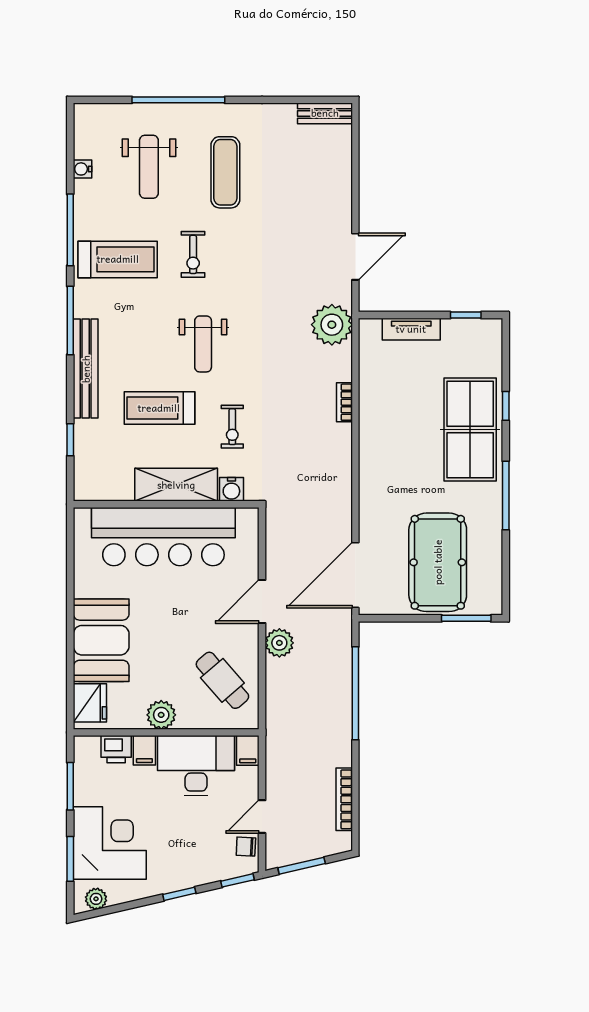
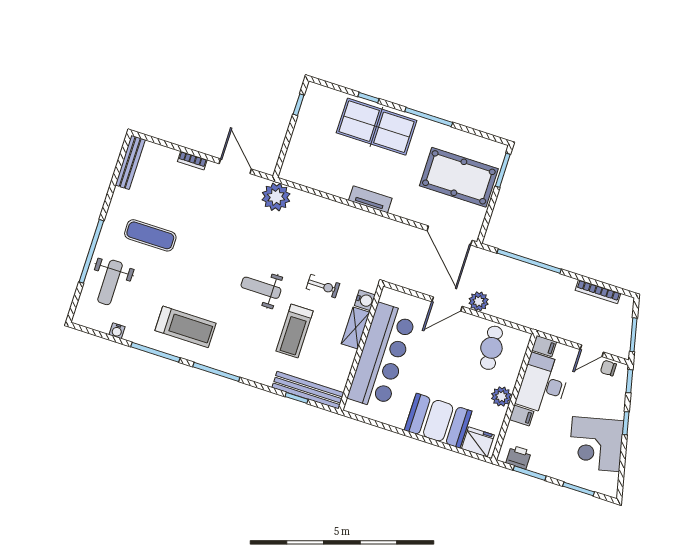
bench: (325, 113) -> (130, 162), width x1.36
weight bench: (149, 167) -> (110, 282), moved, turned 90
exercise bike: (193, 254) -> (199, 275), removed
treadmill: (118, 259) -> (186, 327), turned 90
tv unit: (411, 329) -> (370, 199), moved, turned -90
weight bench: (203, 344) -> (261, 288), turned 180
bench: (86, 369) -> (308, 390), moved
bookcase: (344, 402) -> (192, 161), moved
shelving: (176, 485) -> (356, 328), width x0.67, depth x0.75
door: (262, 601) -> (447, 304), hinge flipped
cafe table: (222, 680) -> (491, 348), turned -54
printer: (116, 749) -> (519, 457), moved, turned -90
door: (262, 817) -> (592, 351), hinge flipped
corner desk: (110, 843) -> (596, 444), moved, turned -103
chair: (246, 847) -> (608, 368), turned 87
plant: (96, 899) -> (611, 480), removed

